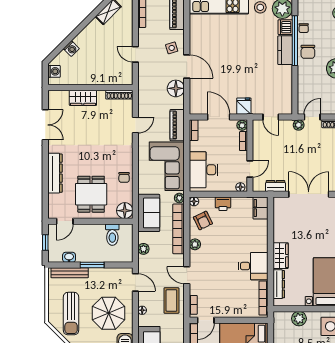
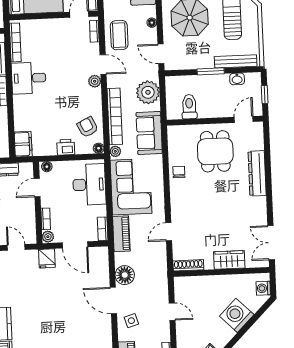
washing machine: (71, 49) -> (237, 315), width x1.89, depth x1.89
double door: (45, 125) -> (271, 243), moved
floor lamp: (125, 211) -> (176, 134), removed
plant: (195, 244) -> (95, 81), moved
plant: (143, 249) -> (148, 92), width x1.88, depth x1.88

